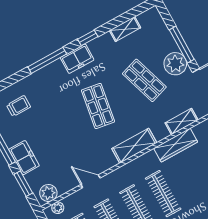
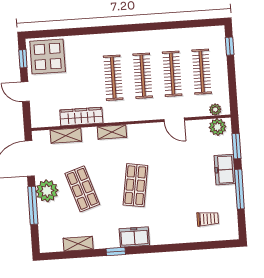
window: (47, 60) -> (162, 248), removed
trolley: (19, 106) -> (208, 219), turned 180
shelving: (134, 146) -> (112, 132), width x0.67, depth x0.75

